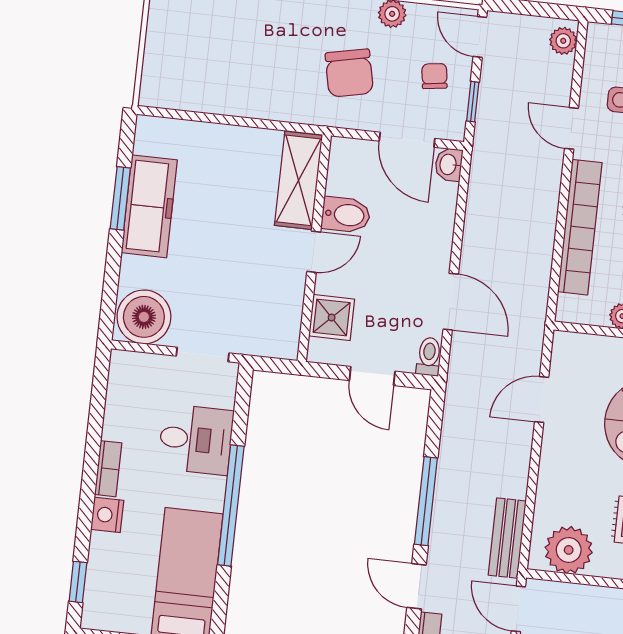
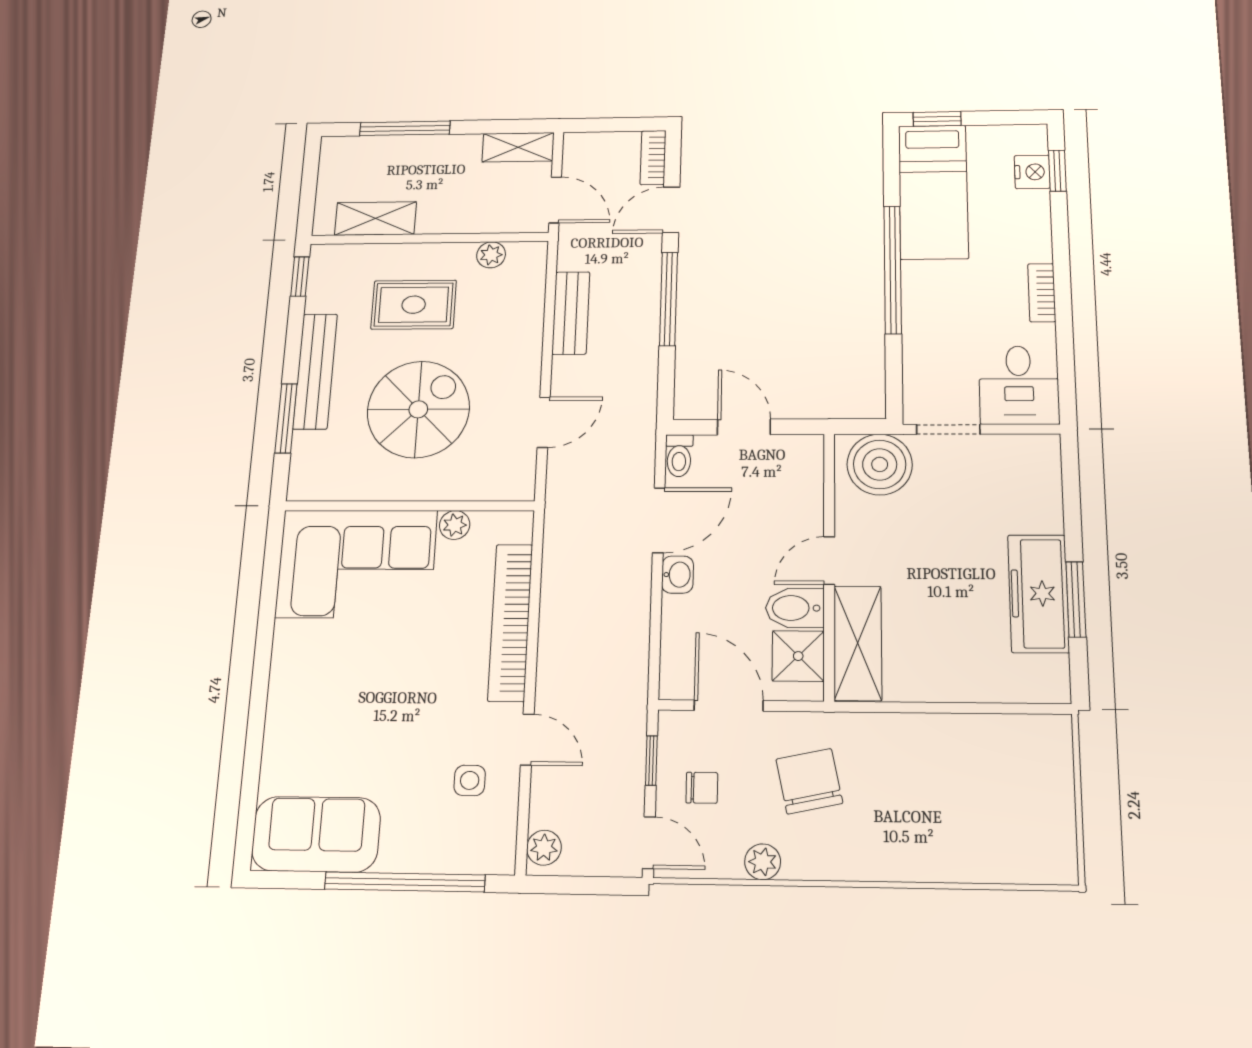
chair: (434, 76) -> (702, 788), turned -82
washbasin: (449, 164) -> (677, 575), moved
door: (451, 302) -> (659, 520), swing flipped
boiler: (144, 317) -> (880, 464), moved
shower: (332, 318) -> (798, 656), moved
desk: (196, 440) -> (1019, 385), moved, turned -90
nightstand: (107, 515) -> (1032, 172), moved
bench: (507, 538) -> (571, 313), moved
plant: (569, 550) -> (491, 255), width x0.53, depth x0.53
door: (417, 586) -> (671, 210), swing flipped

